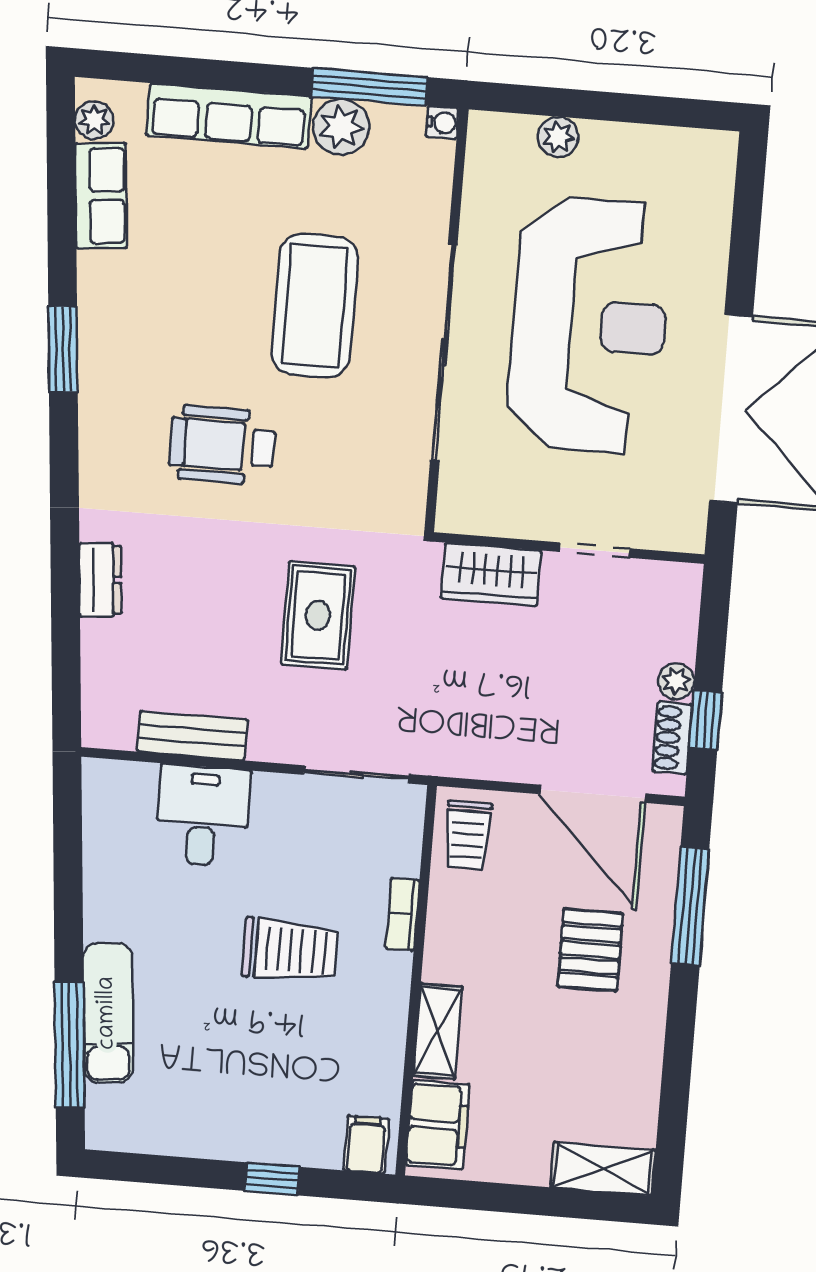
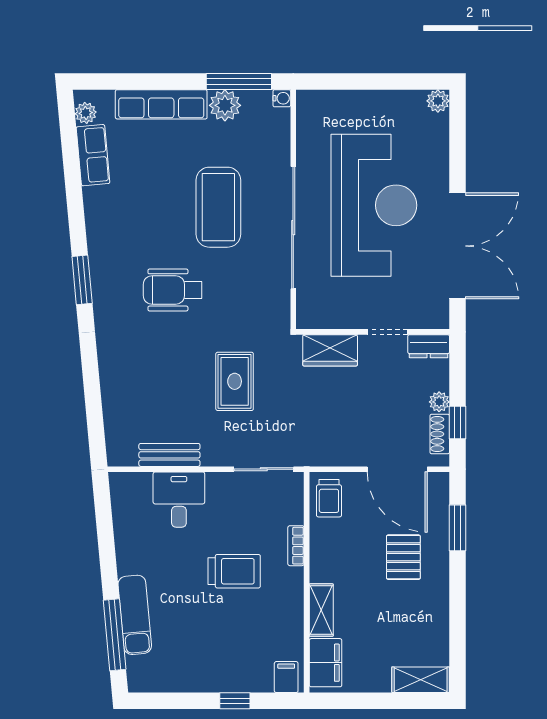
plant: (558, 137) -> (438, 101), moved
window: (63, 349) -> (82, 280), moved
dresser: (100, 580) -> (429, 346), moved, turned 95
window: (690, 906) -> (457, 528), width x0.69

